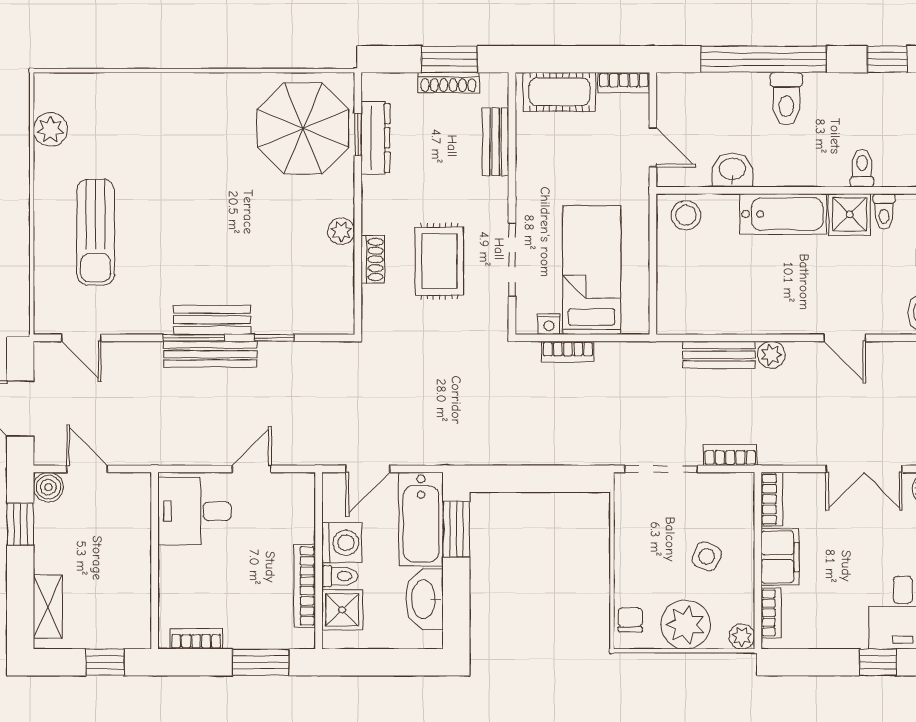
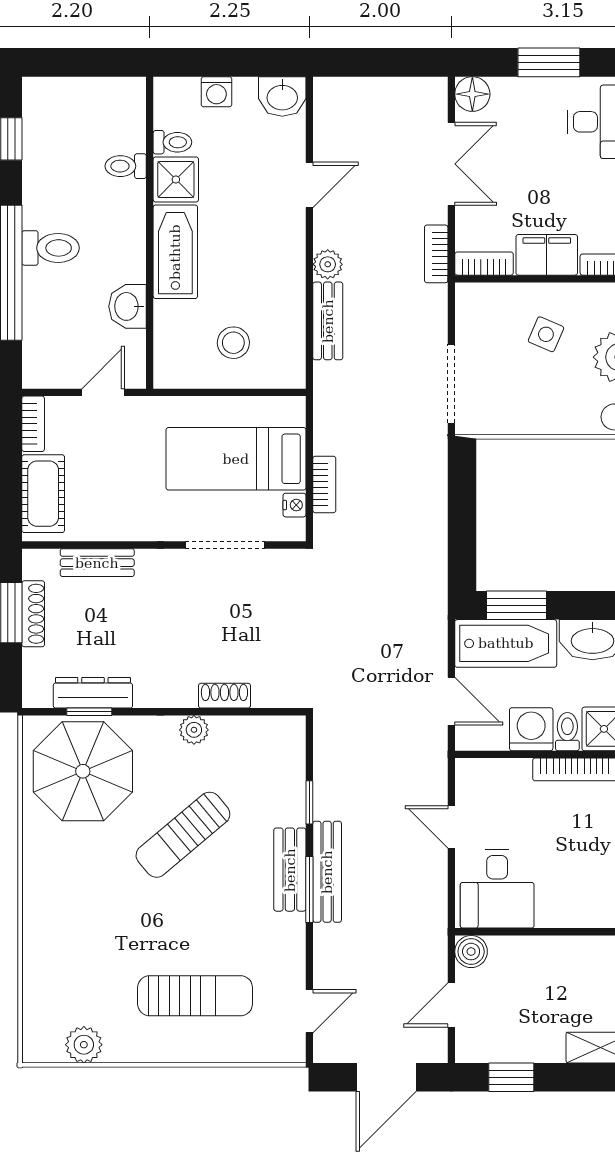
stool: (686, 215) -> (233, 343), moved
sun lounger: (244, 221) -> (183, 835), added
rug: (439, 261) -> (226, 624), removed
bookcase: (730, 455) -> (436, 254), moved
boiler: (48, 487) -> (471, 952), moved

